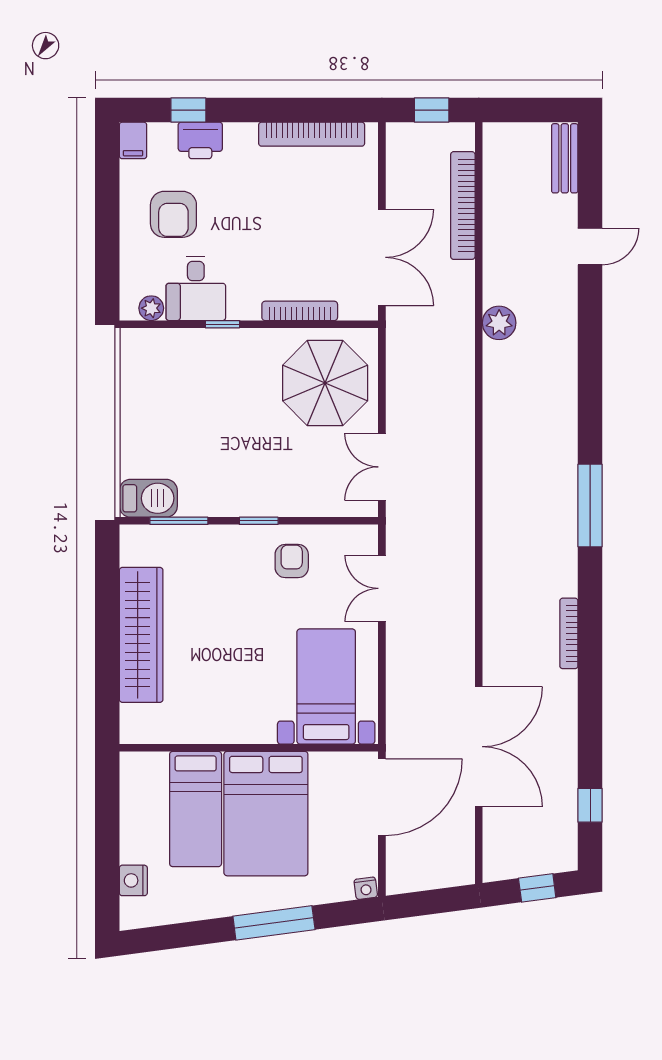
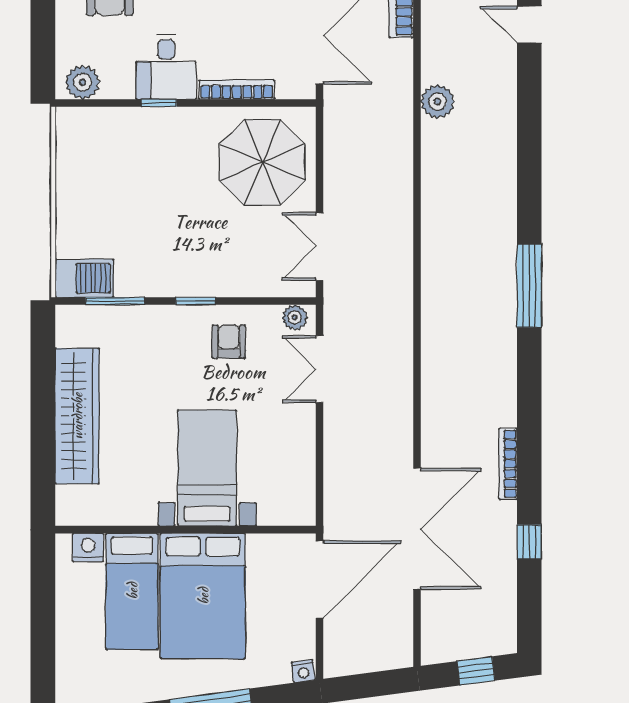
door: (590, 246) -> (529, 25), swing flipped
desk: (196, 288) -> (166, 67), moved
plant: (151, 308) -> (83, 82), width x1.38, depth x1.38
plant: (357, 537) -> (295, 317), added
bookcase: (569, 633) -> (508, 464), moved
bed with nightstands: (326, 687) -> (207, 468), moved
window: (590, 805) -> (529, 542), moved
nightstand: (133, 880) -> (88, 547), moved, turned 90

